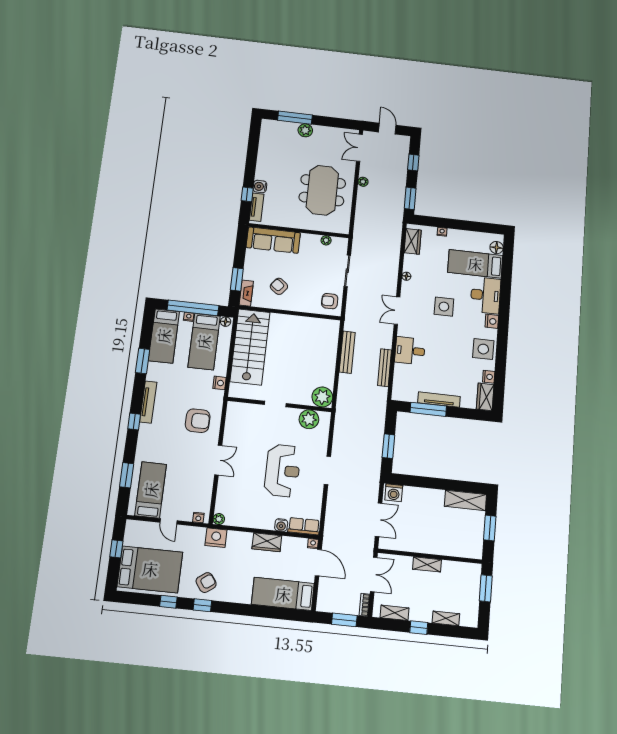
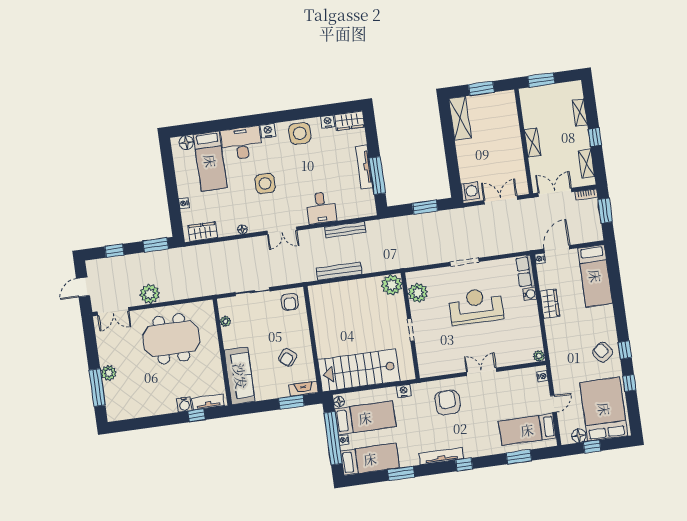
plant: (363, 182) -> (150, 294), width x1.88, depth x1.88
nightstand: (216, 538) -> (558, 354), removed
floor lamp: (131, 539) -> (579, 436), added

